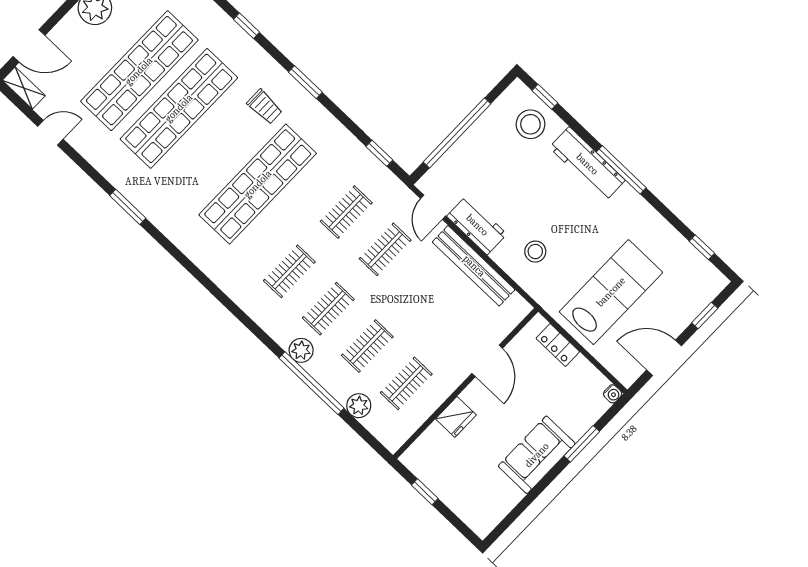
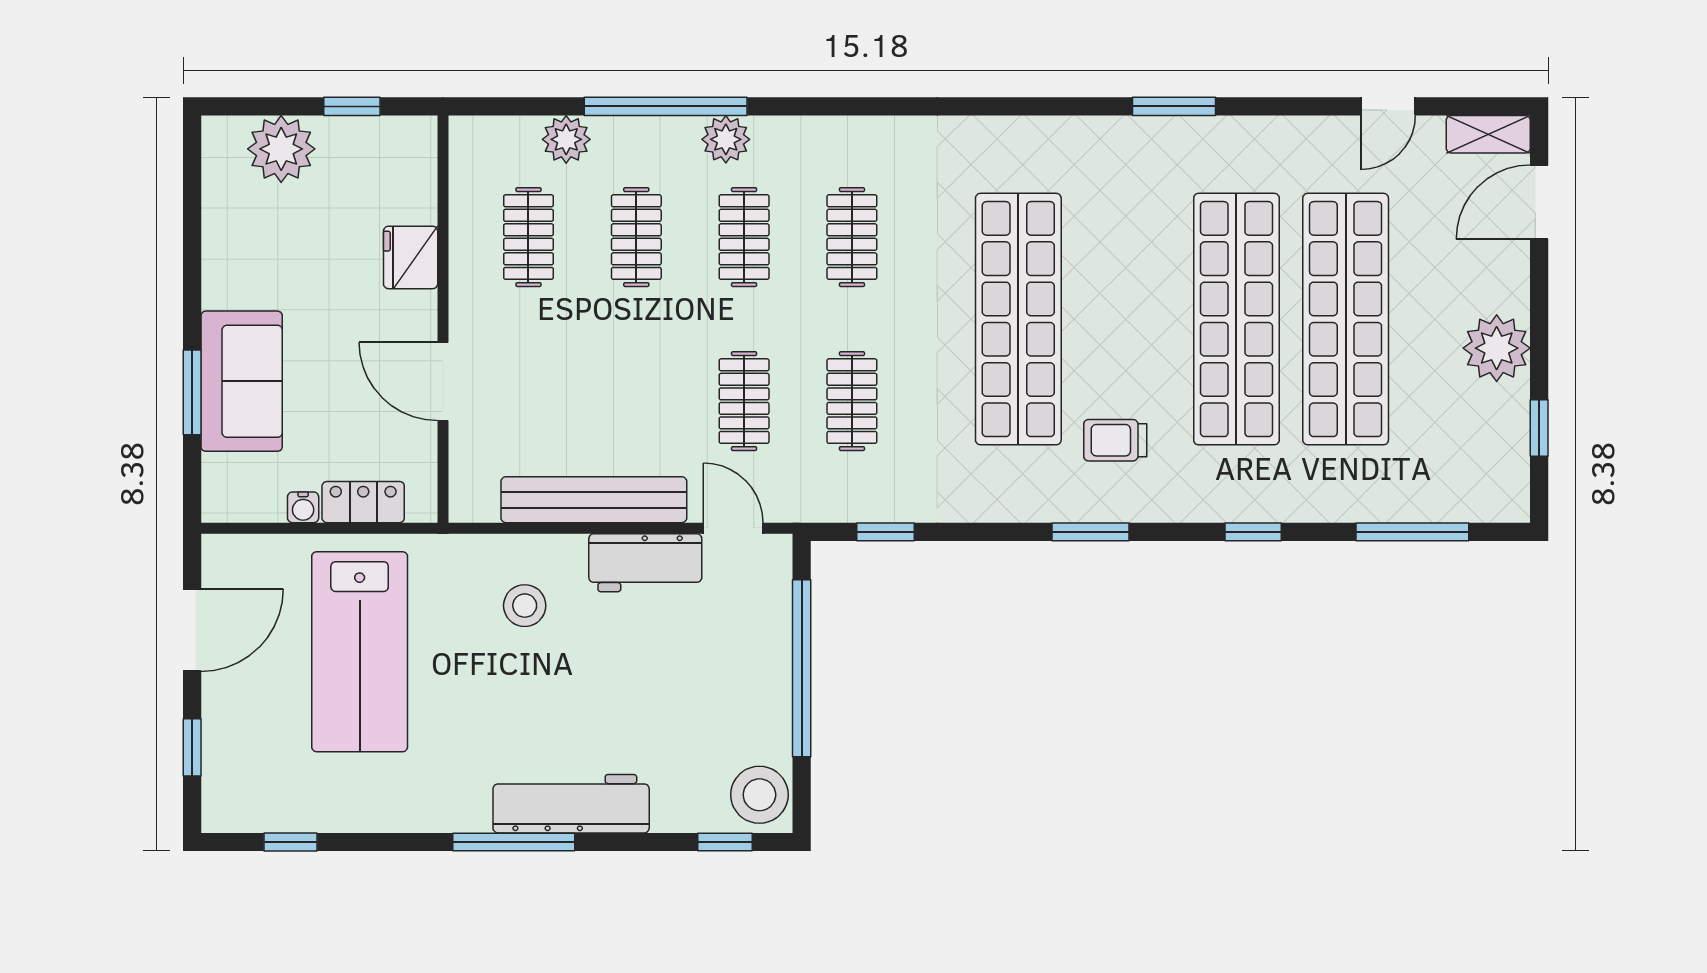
stool: (530, 124) -> (759, 795), moved
water cooler: (613, 394) -> (303, 507), moved, turned -90
sofa: (537, 455) -> (242, 381), moved
plant: (465, 501) -> (281, 149), added

